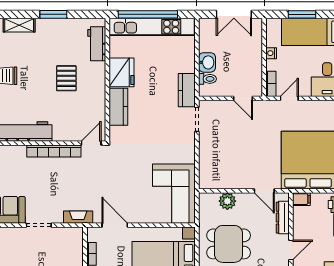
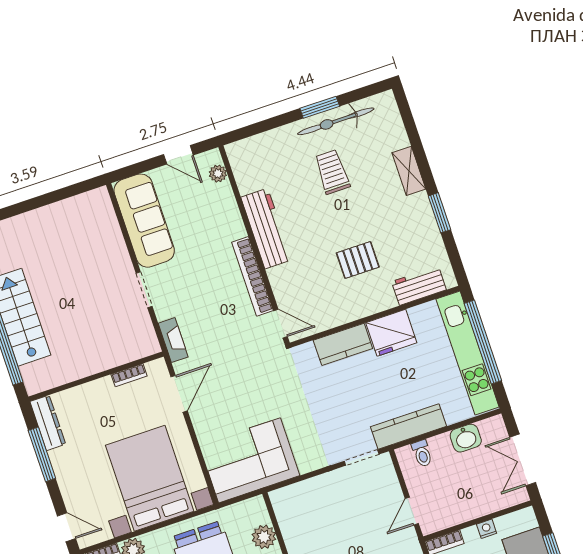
washbasin: (207, 62) -> (466, 438), moved
kitchen counter: (187, 90) -> (408, 426), width x1.50

